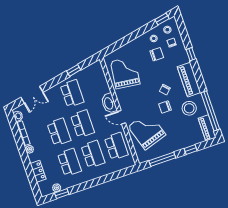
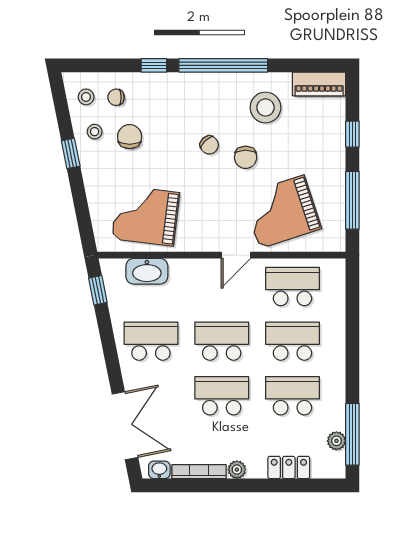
window: (162, 19) -> (71, 153), moved
window: (74, 70) -> (98, 290), moved
piano: (189, 80) -> (206, 88), removed
double door: (32, 95) -> (125, 426), width x1.37
washbasin: (109, 103) -> (147, 271), moved
window: (210, 111) -> (223, 65), moved
window: (62, 194) -> (352, 434), width x2.17

